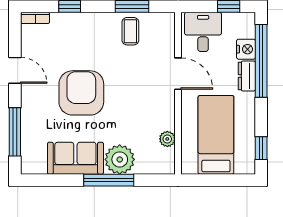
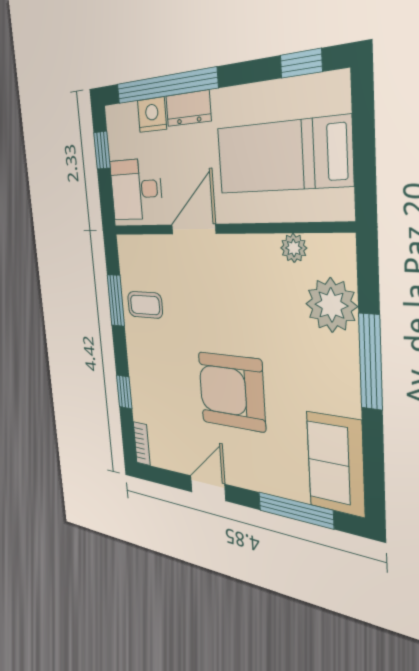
sofa: (75, 158) -> (336, 464), moved
plant: (120, 159) -> (331, 305), moved

